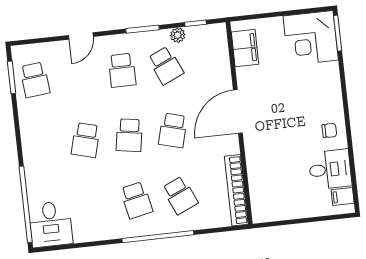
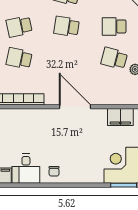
school desk: (166, 65) -> (114, 58), turned 39
school desk: (173, 130) -> (67, 58), removed
school desk: (180, 195) -> (19, 58), turned 36

